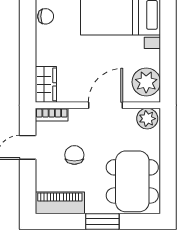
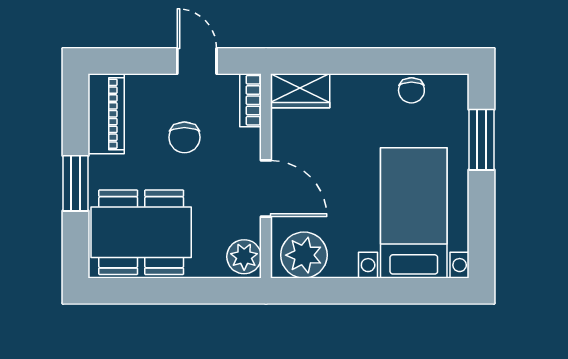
chair: (74, 155) -> (184, 137), turned 90

